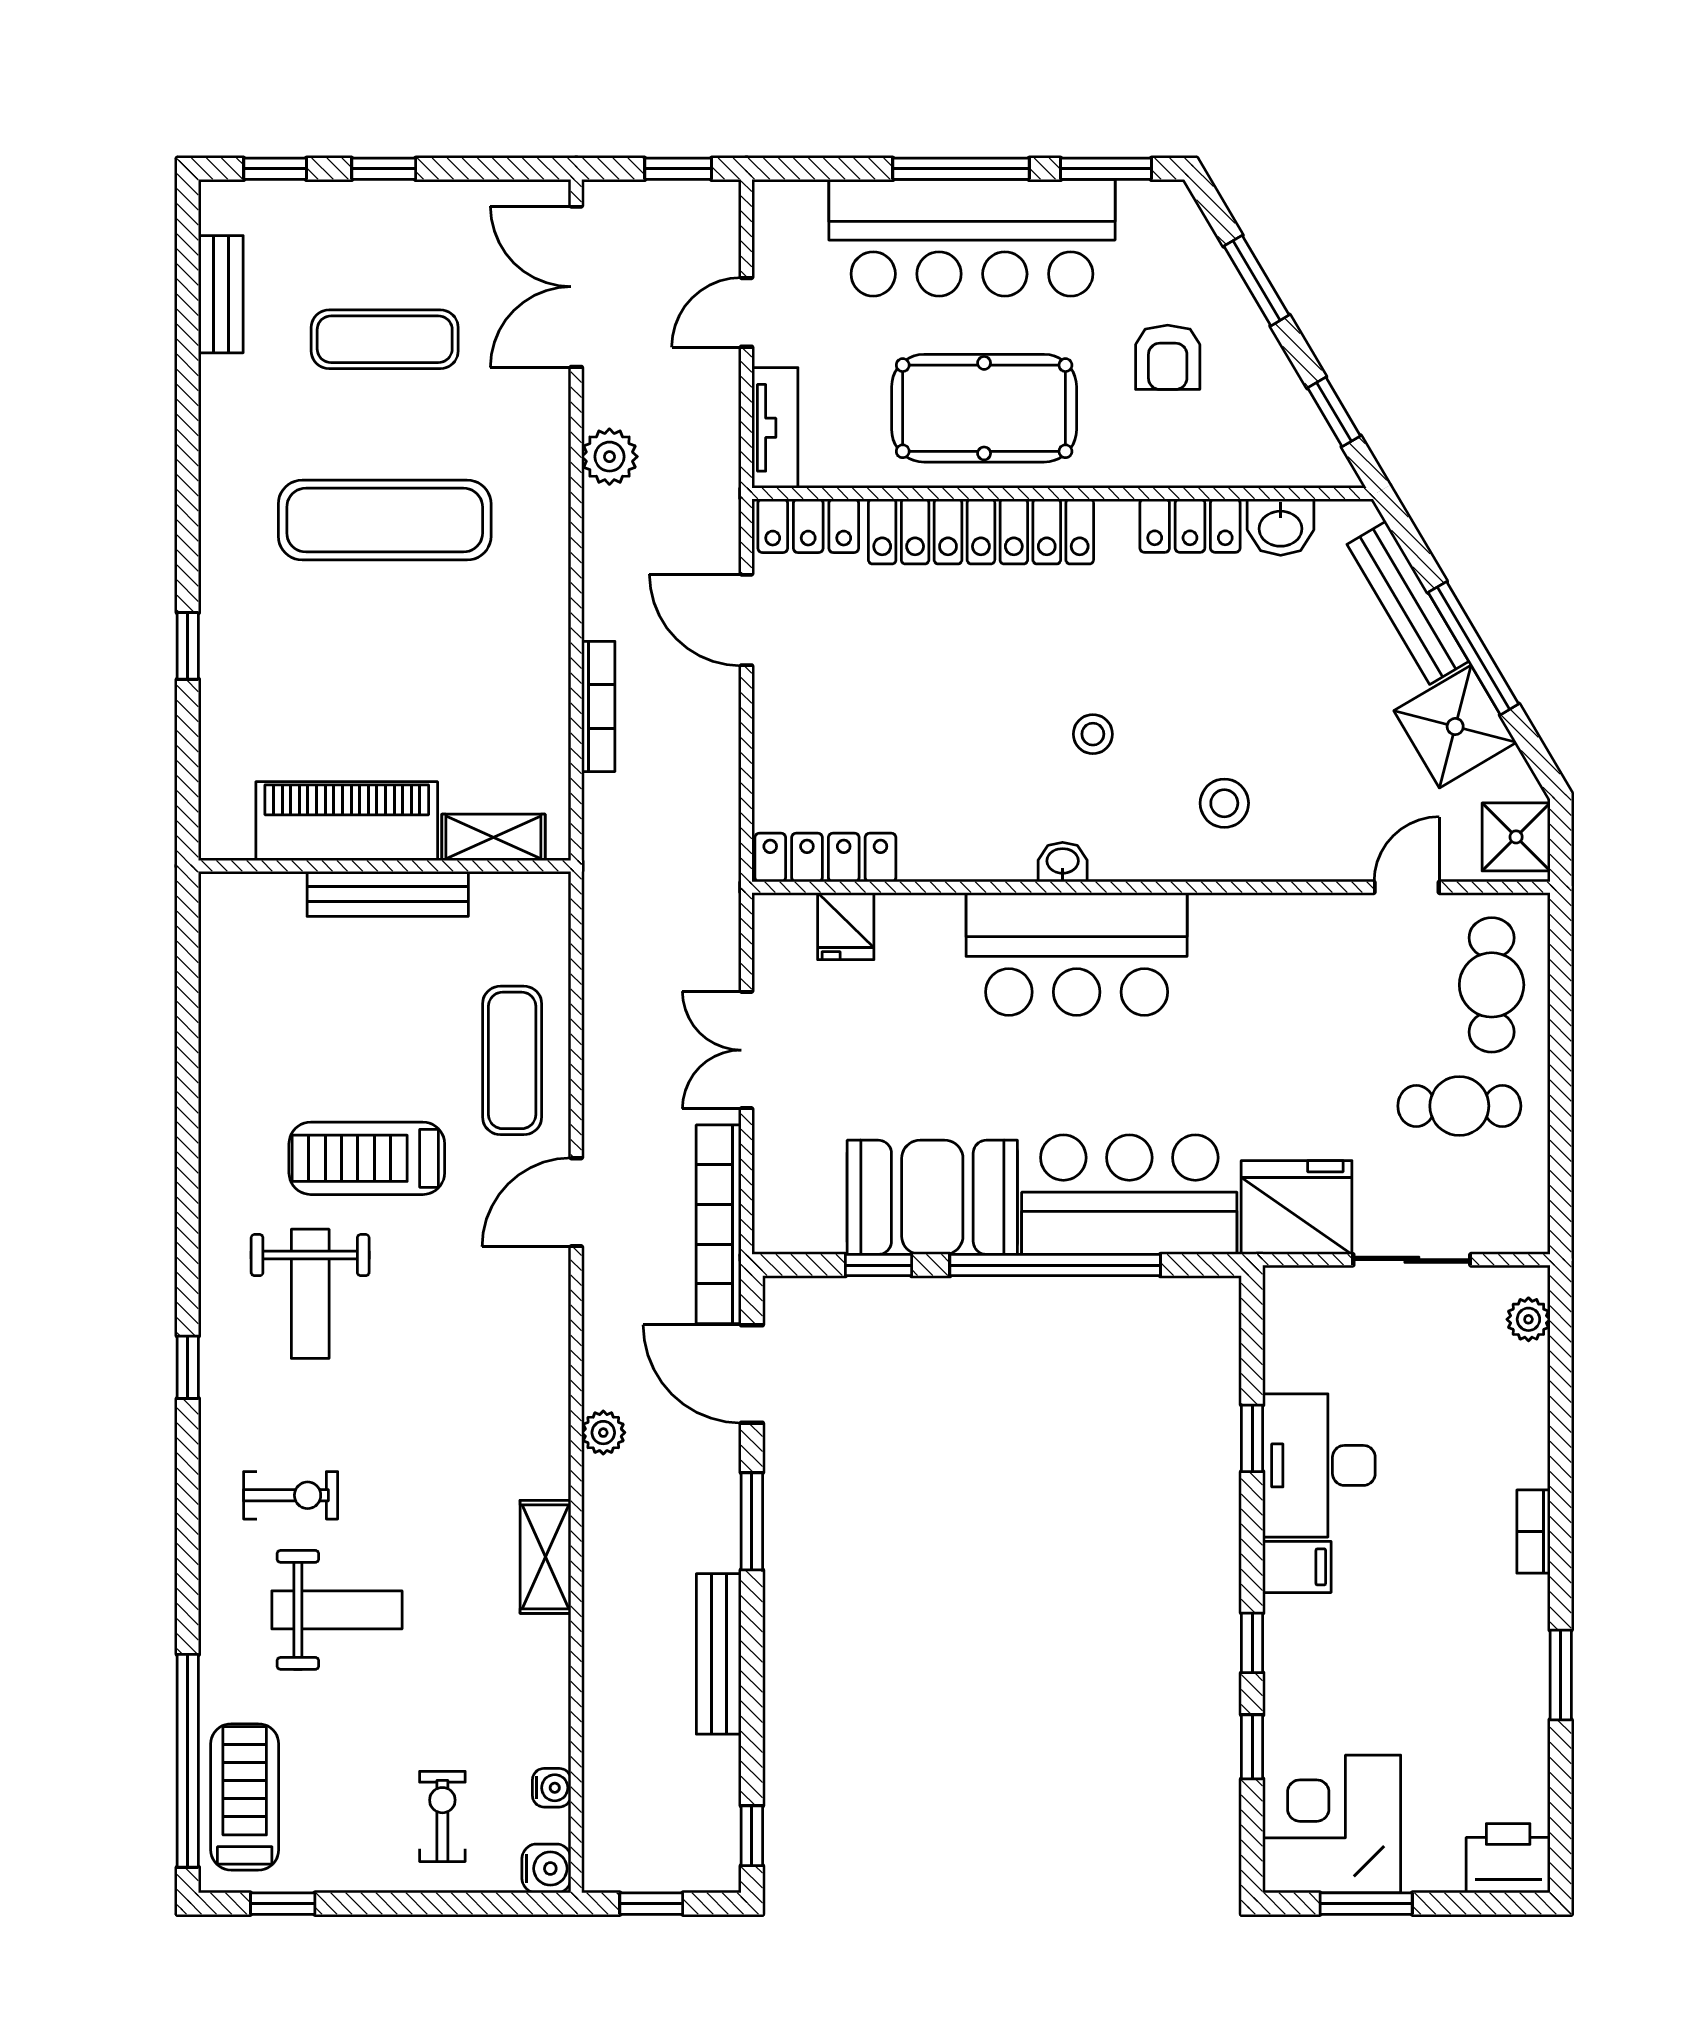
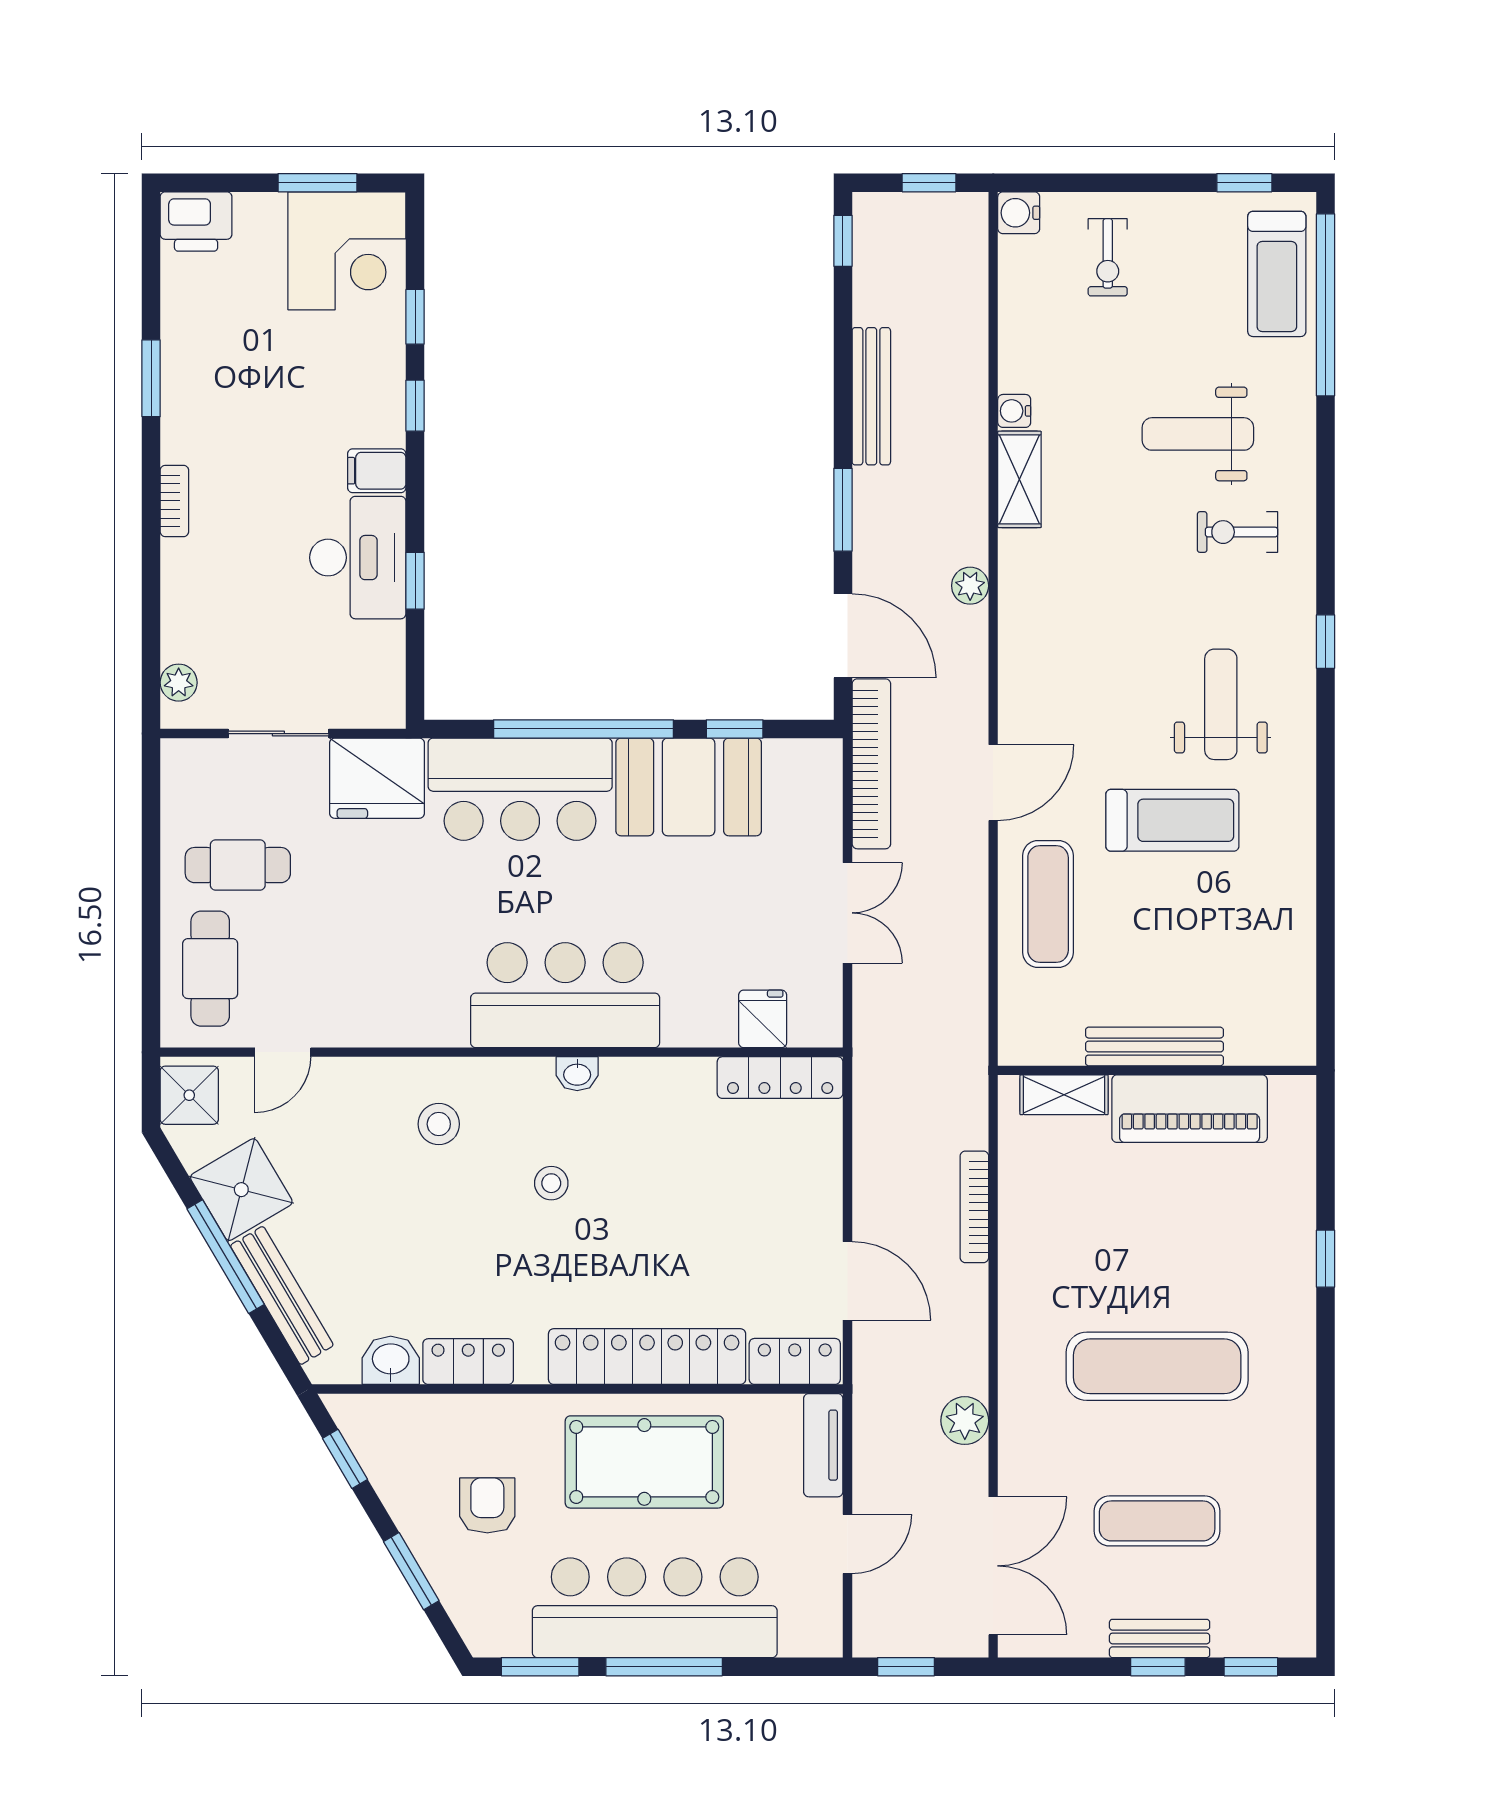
bench: (221, 294) -> (1160, 1638), moved, turned 90
water cooler: (552, 1788) -> (1014, 411), moved

